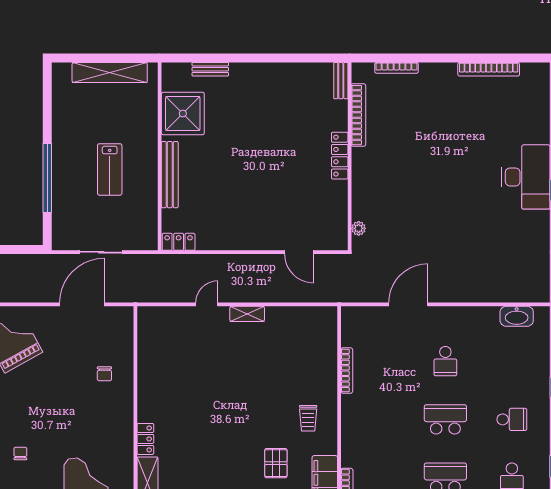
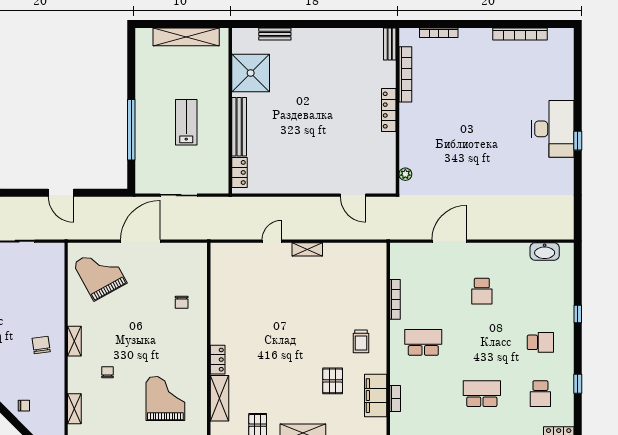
lab bench: (110, 169) -> (186, 122), turned 180
locker: (179, 242) -> (239, 172), moved, turned 90
door: (82, 304) -> (140, 241), moved
school desk: (445, 419) -> (423, 342), moved

